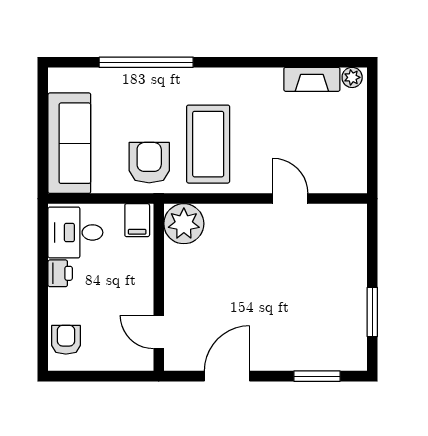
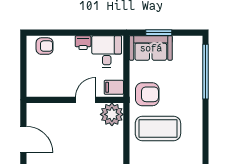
window: (146, 62) -> (205, 72), moved
window: (43, 143) -> (159, 33), added
sofa: (69, 143) -> (151, 48), width x0.73
door: (159, 332) -> (85, 100), moved

